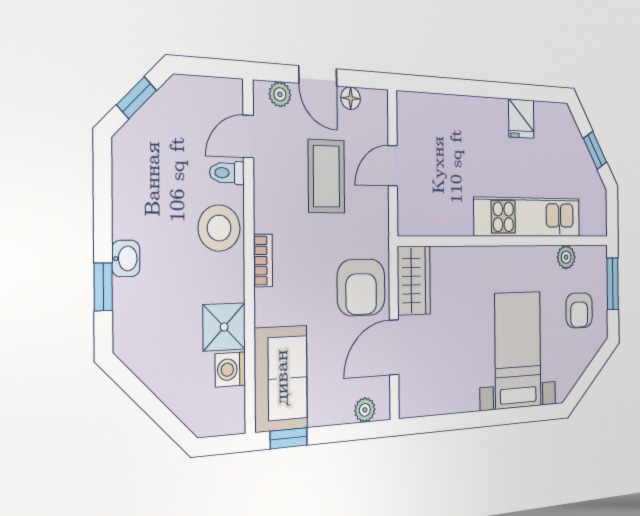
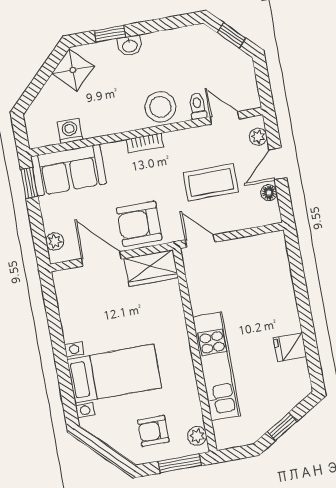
door: (393, 166) -> (200, 241), moved
plant: (566, 257) -> (197, 436), moved
shower: (224, 327) -> (73, 70), moved, turned 45

